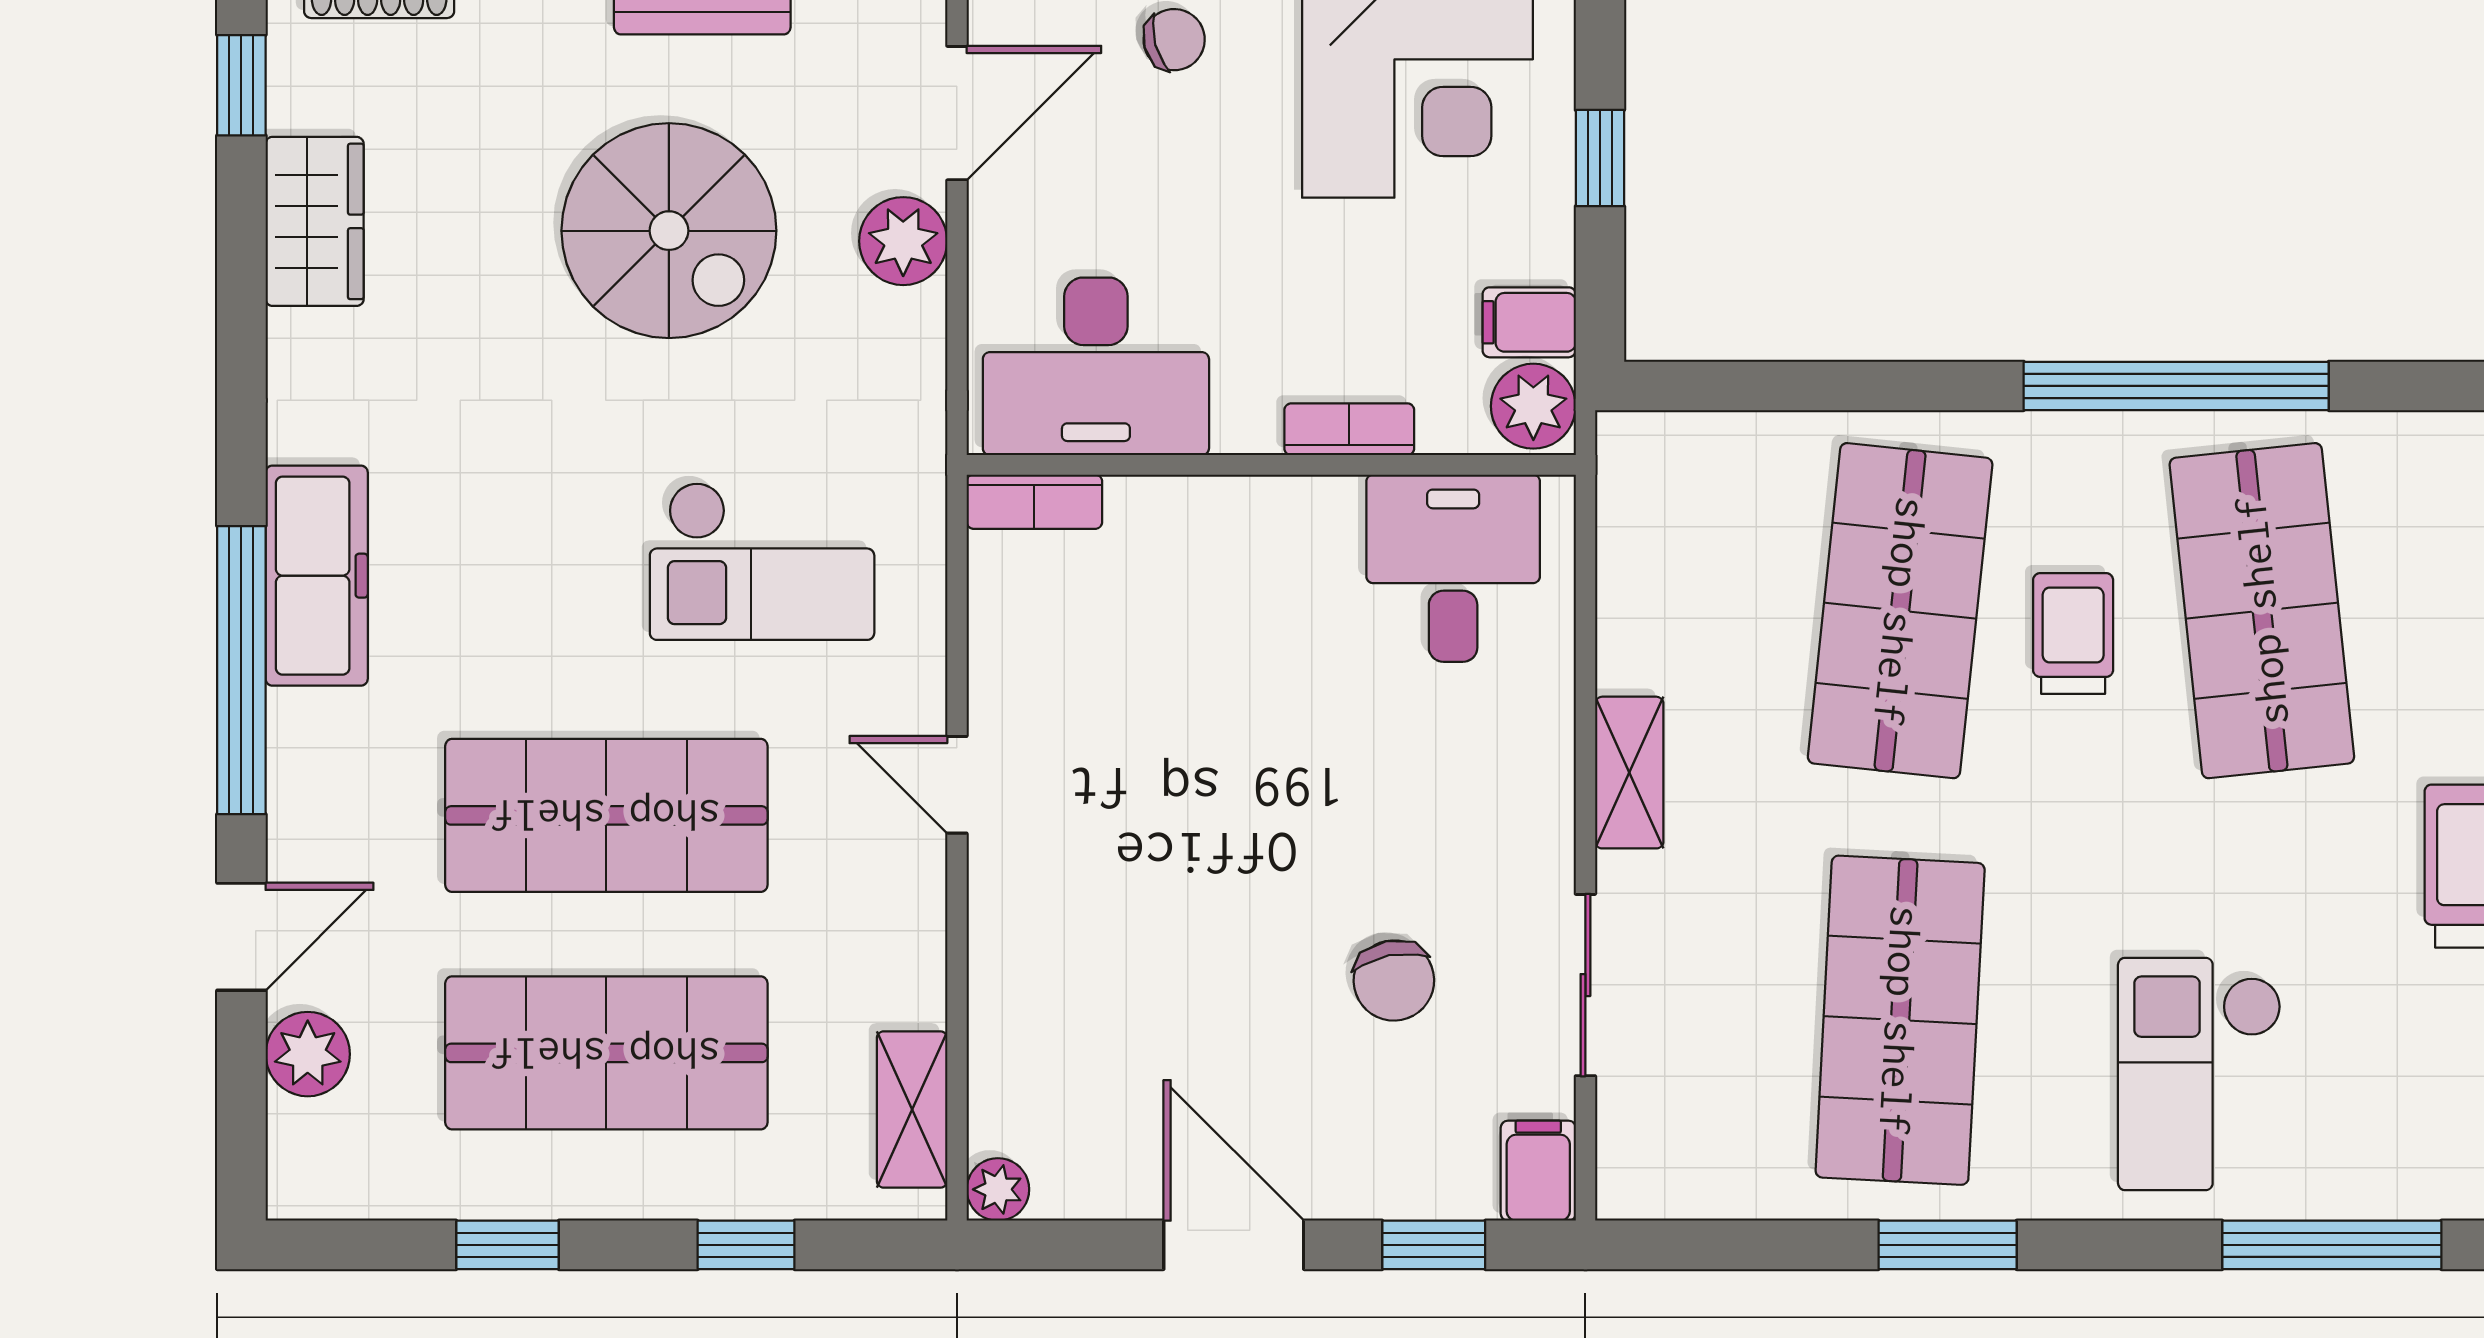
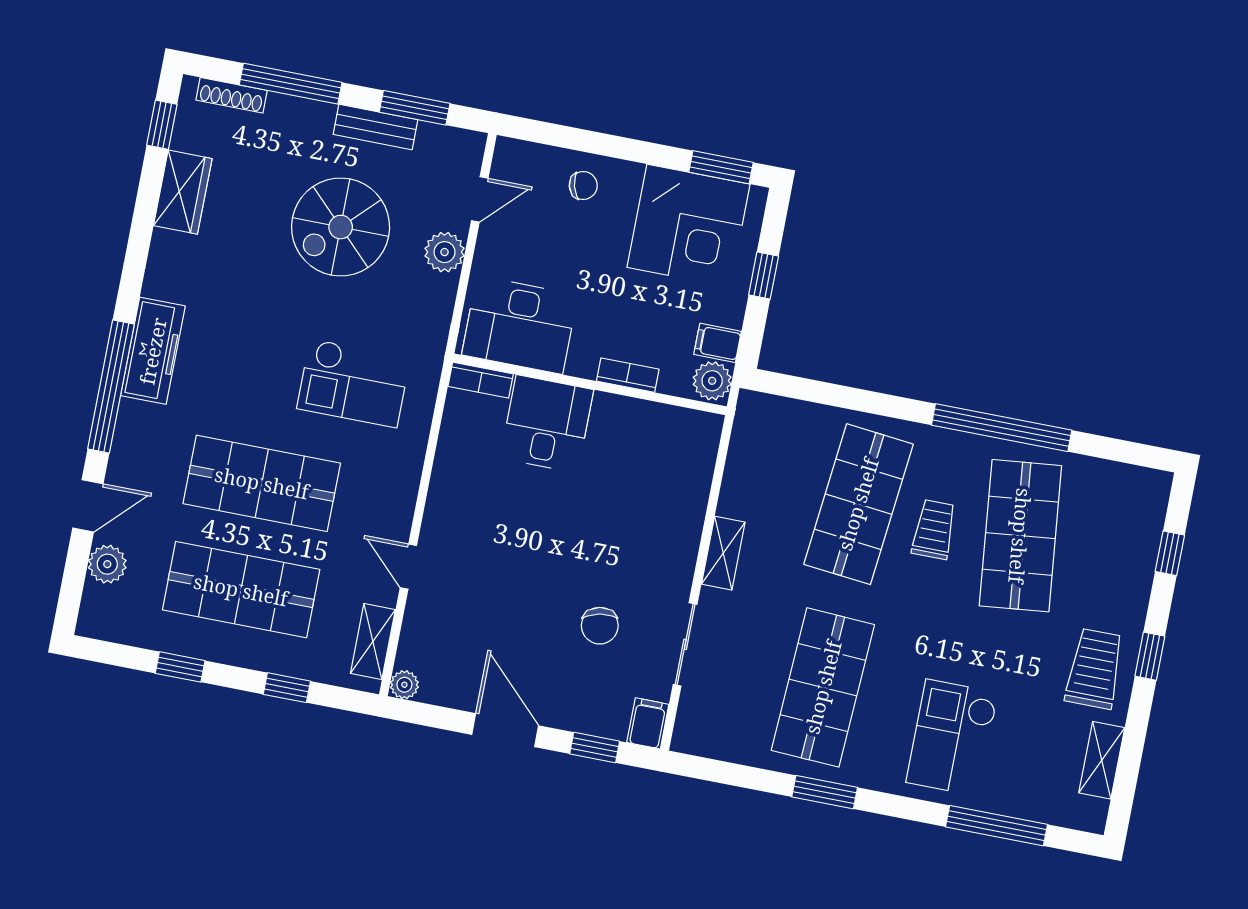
door: (957, 113) -> (480, 199), width x0.73
spiral stairs: (669, 231) -> (341, 227), turned 90
desk: (1453, 568) -> (547, 424), moved
door: (957, 785) -> (408, 567), moved

